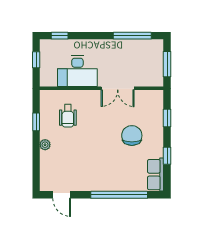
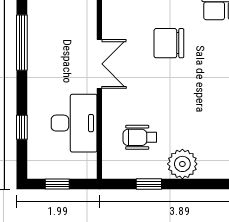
window: (60, 36) -> (22, 127), moved
wheelchair: (68, 116) -> (140, 137), turned 180
plant: (45, 145) -> (182, 164), width x1.88, depth x1.88

